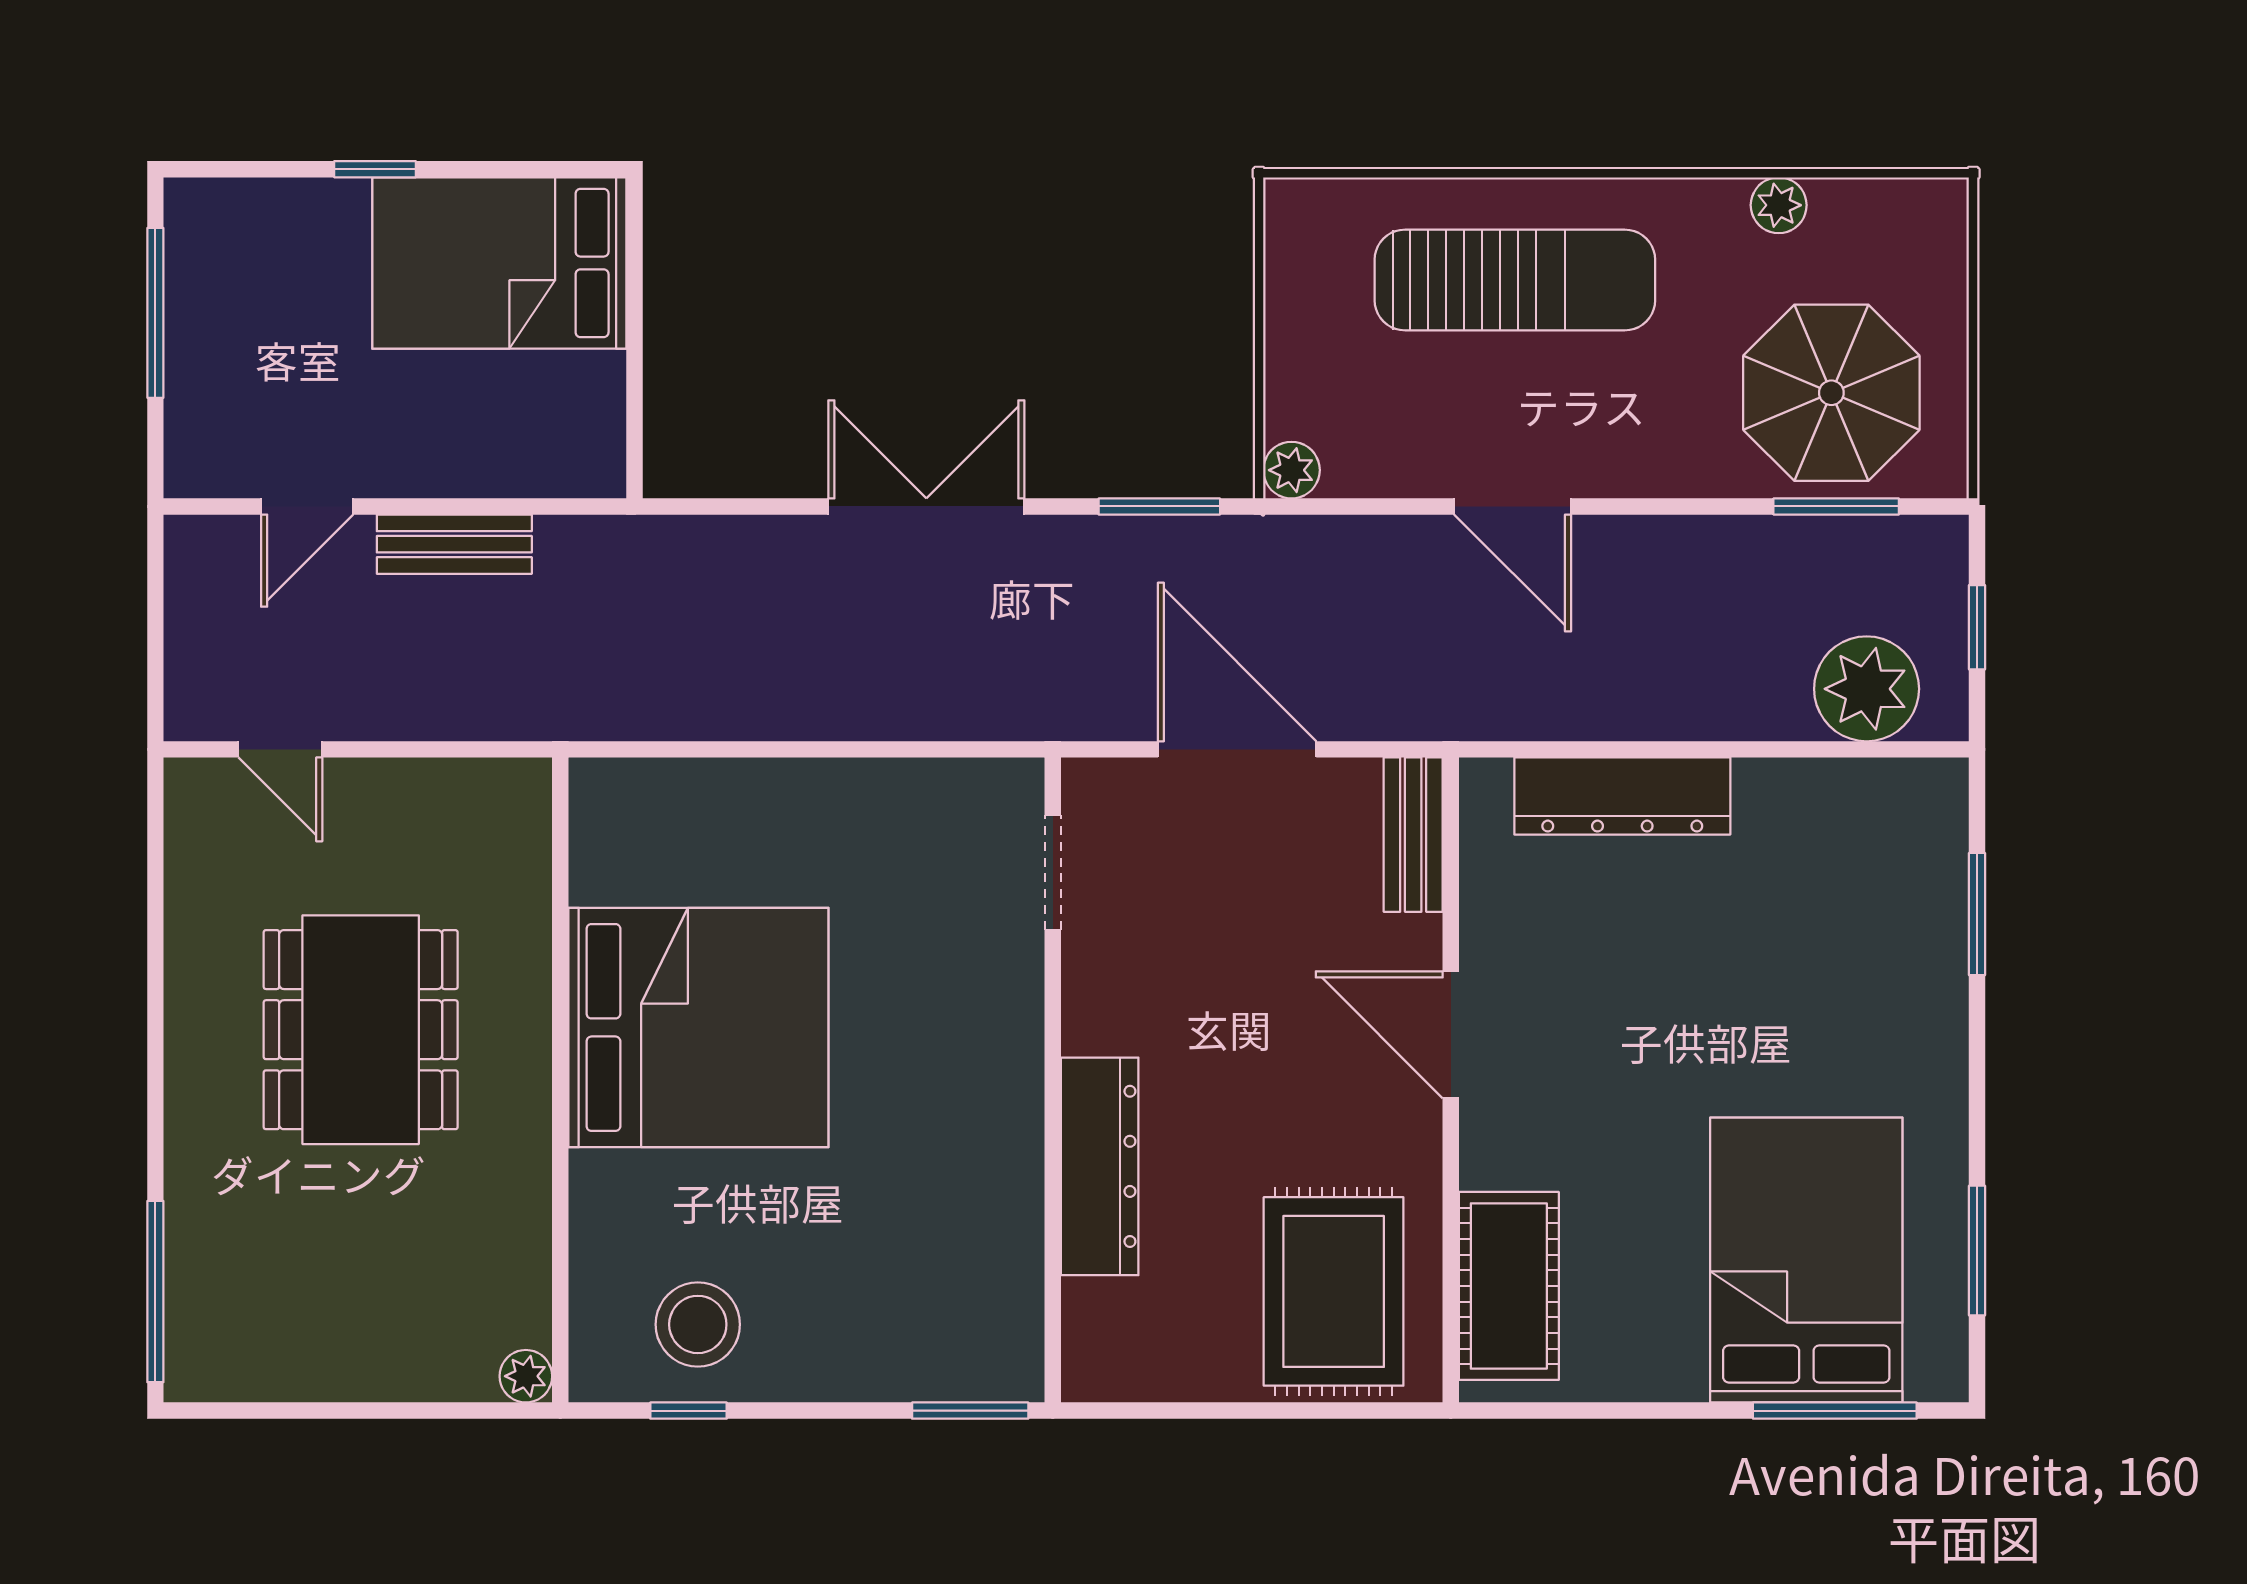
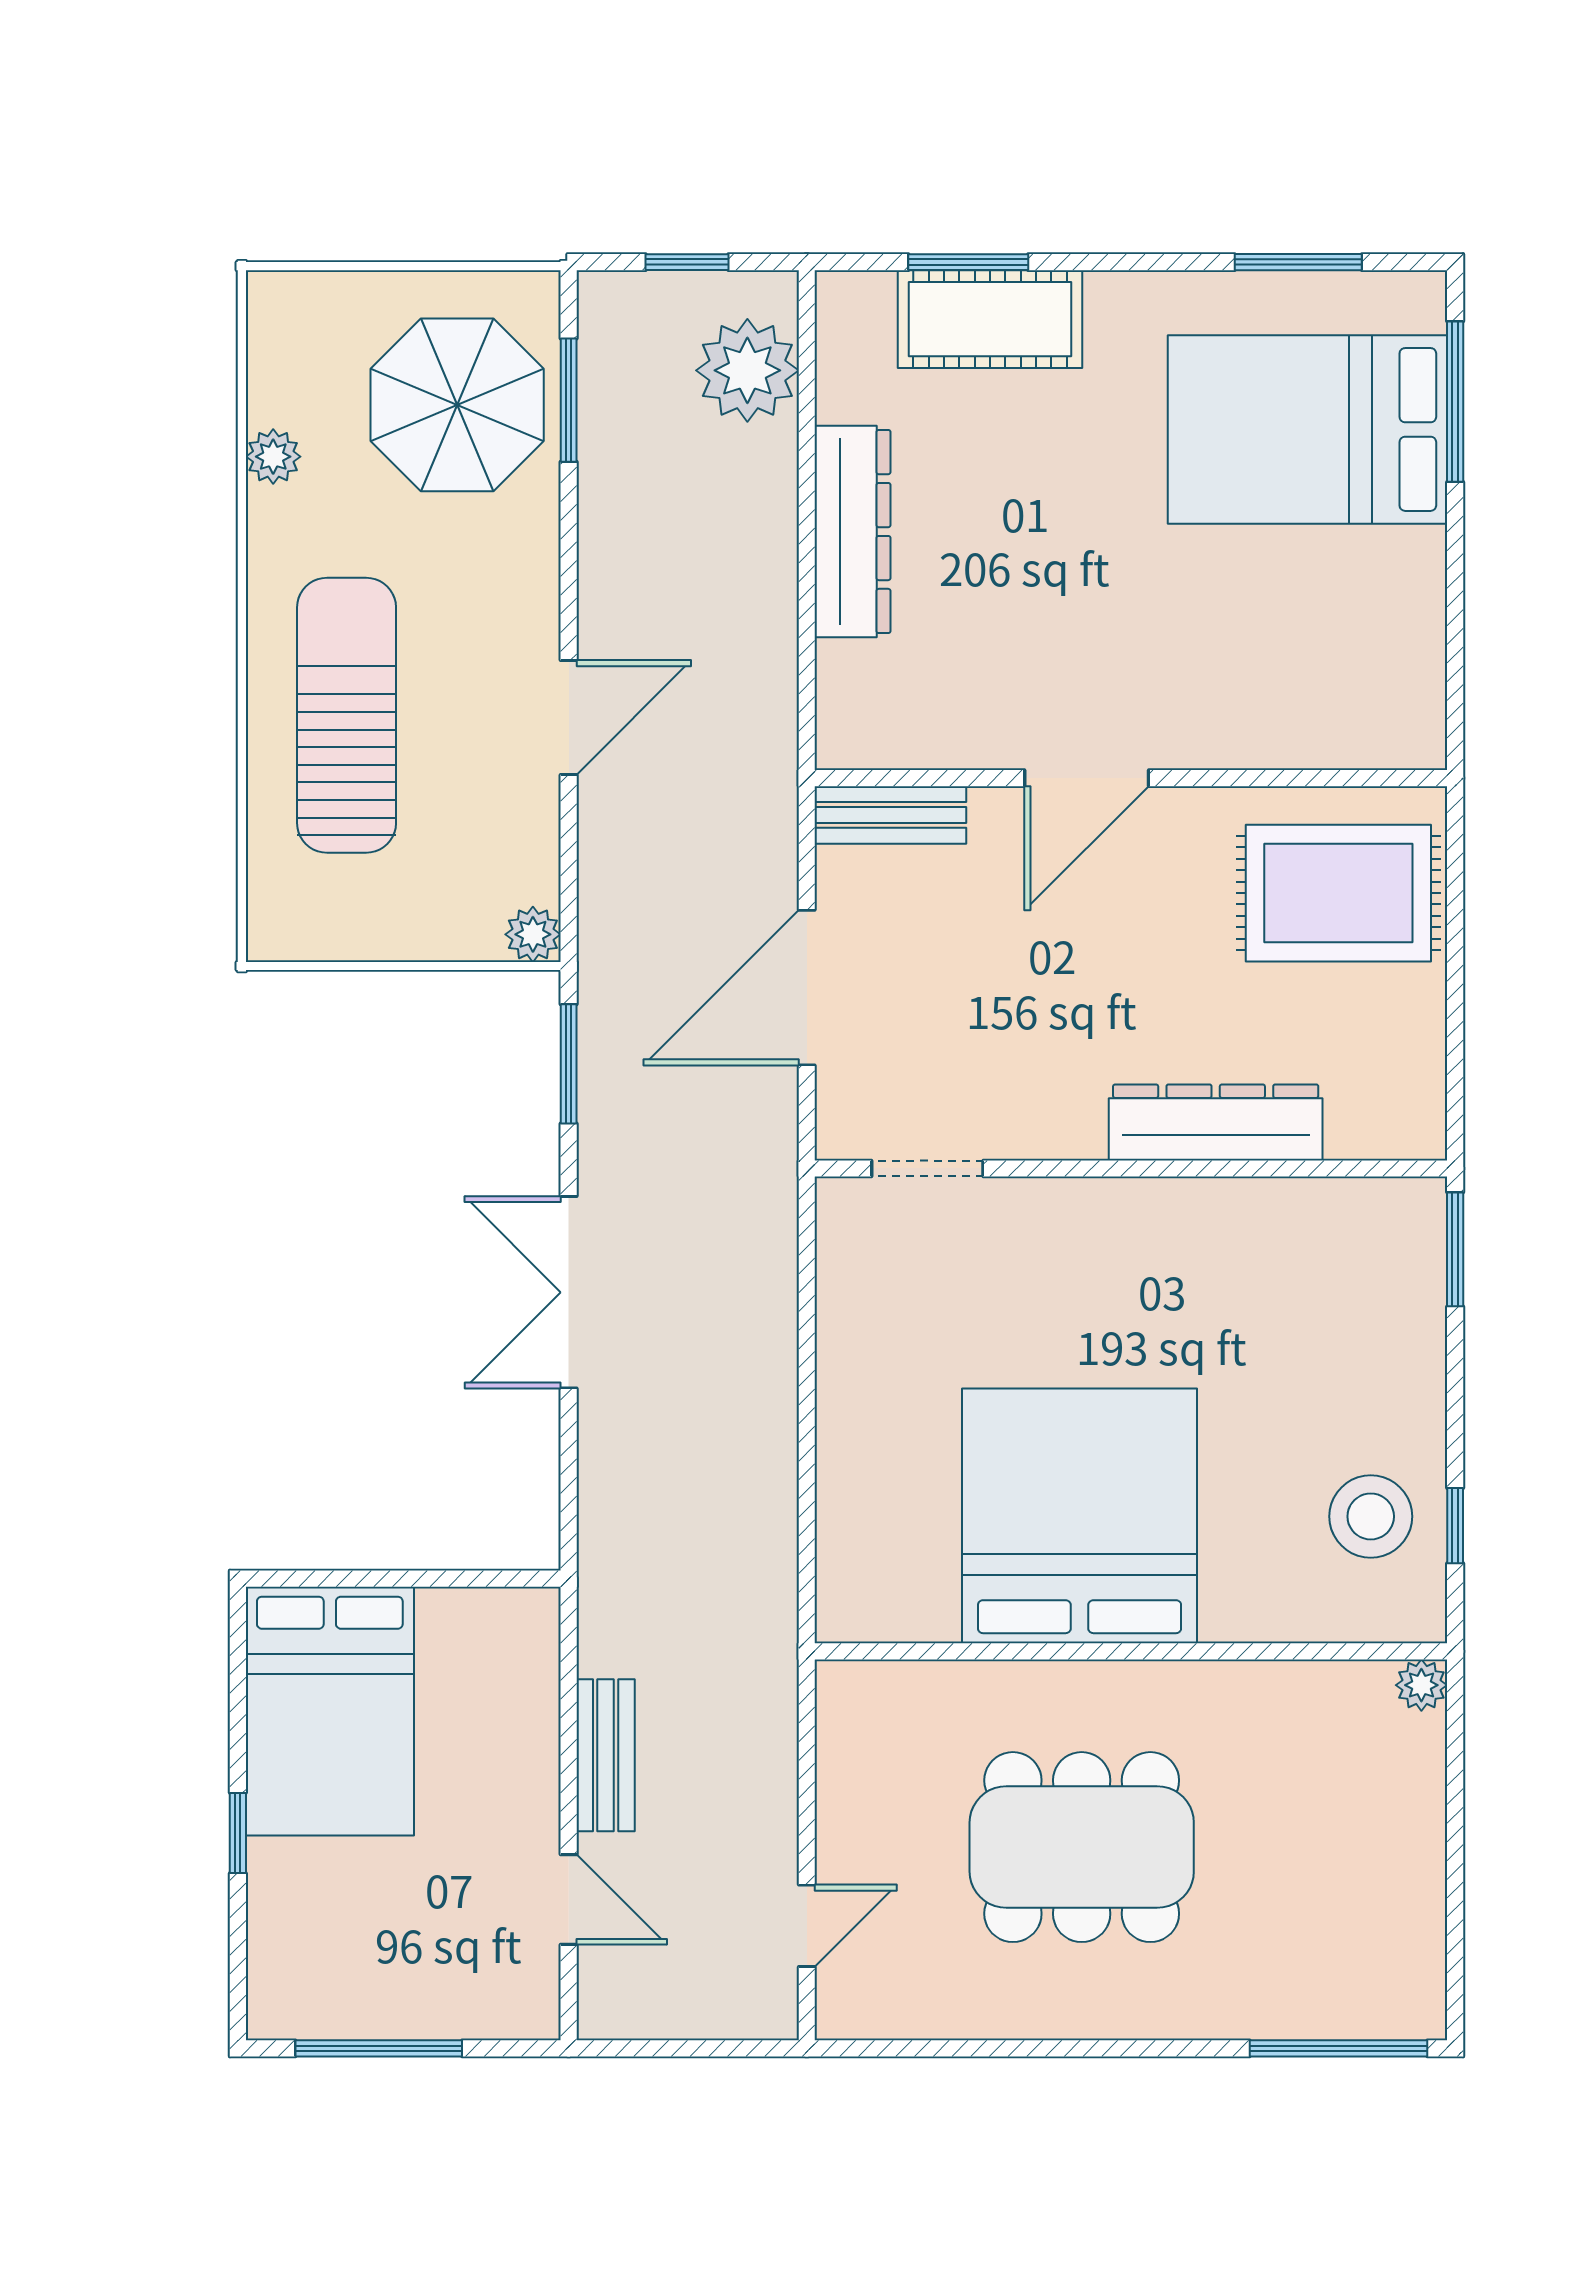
dresser: (1622, 796) -> (853, 532), moved
cot: (1509, 1286) -> (990, 319), moved

